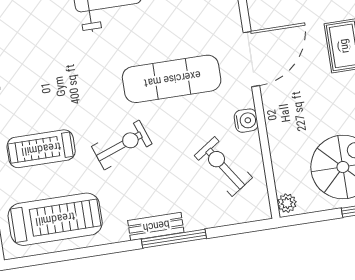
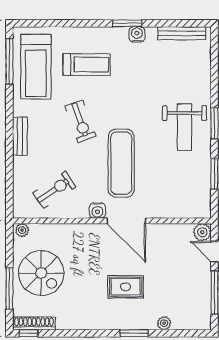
water cooler: (246, 121) -> (97, 211), moved
treadmill: (41, 149) -> (87, 65), turned 90
window: (174, 239) -> (9, 61), moved

